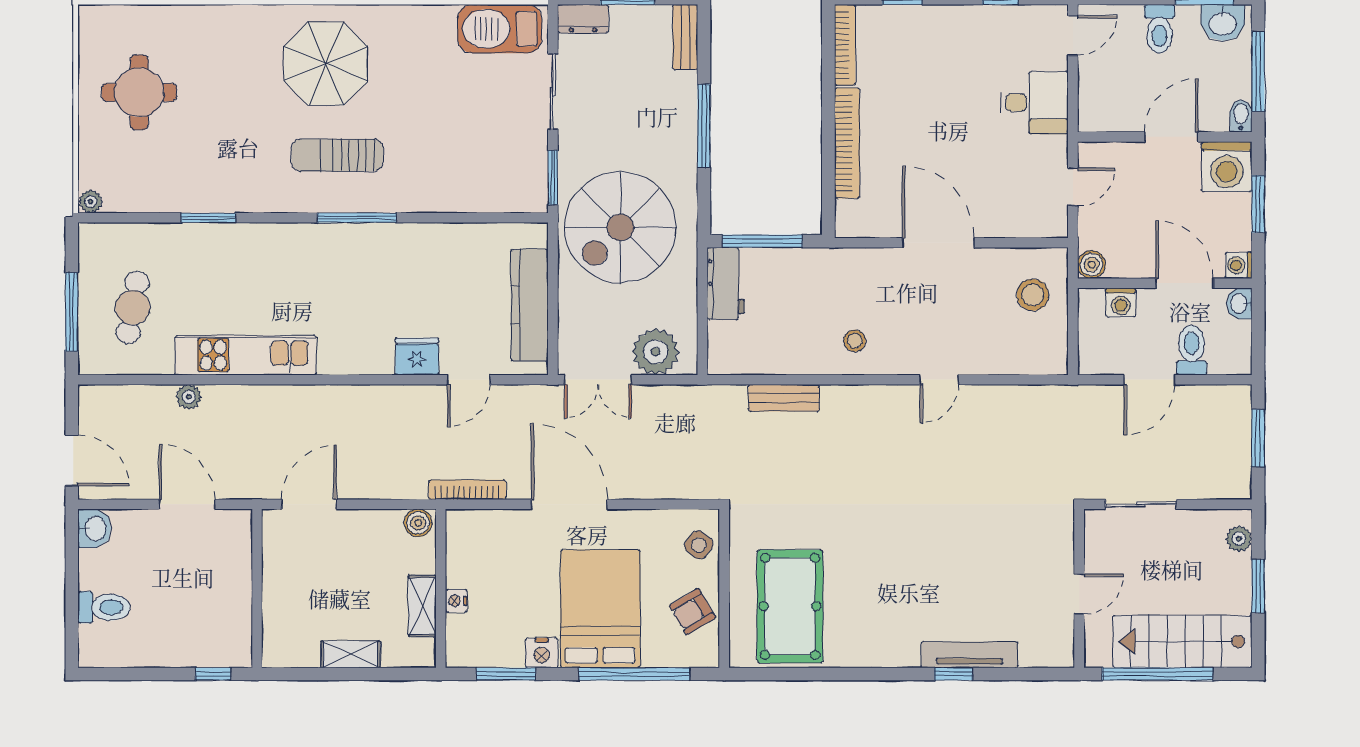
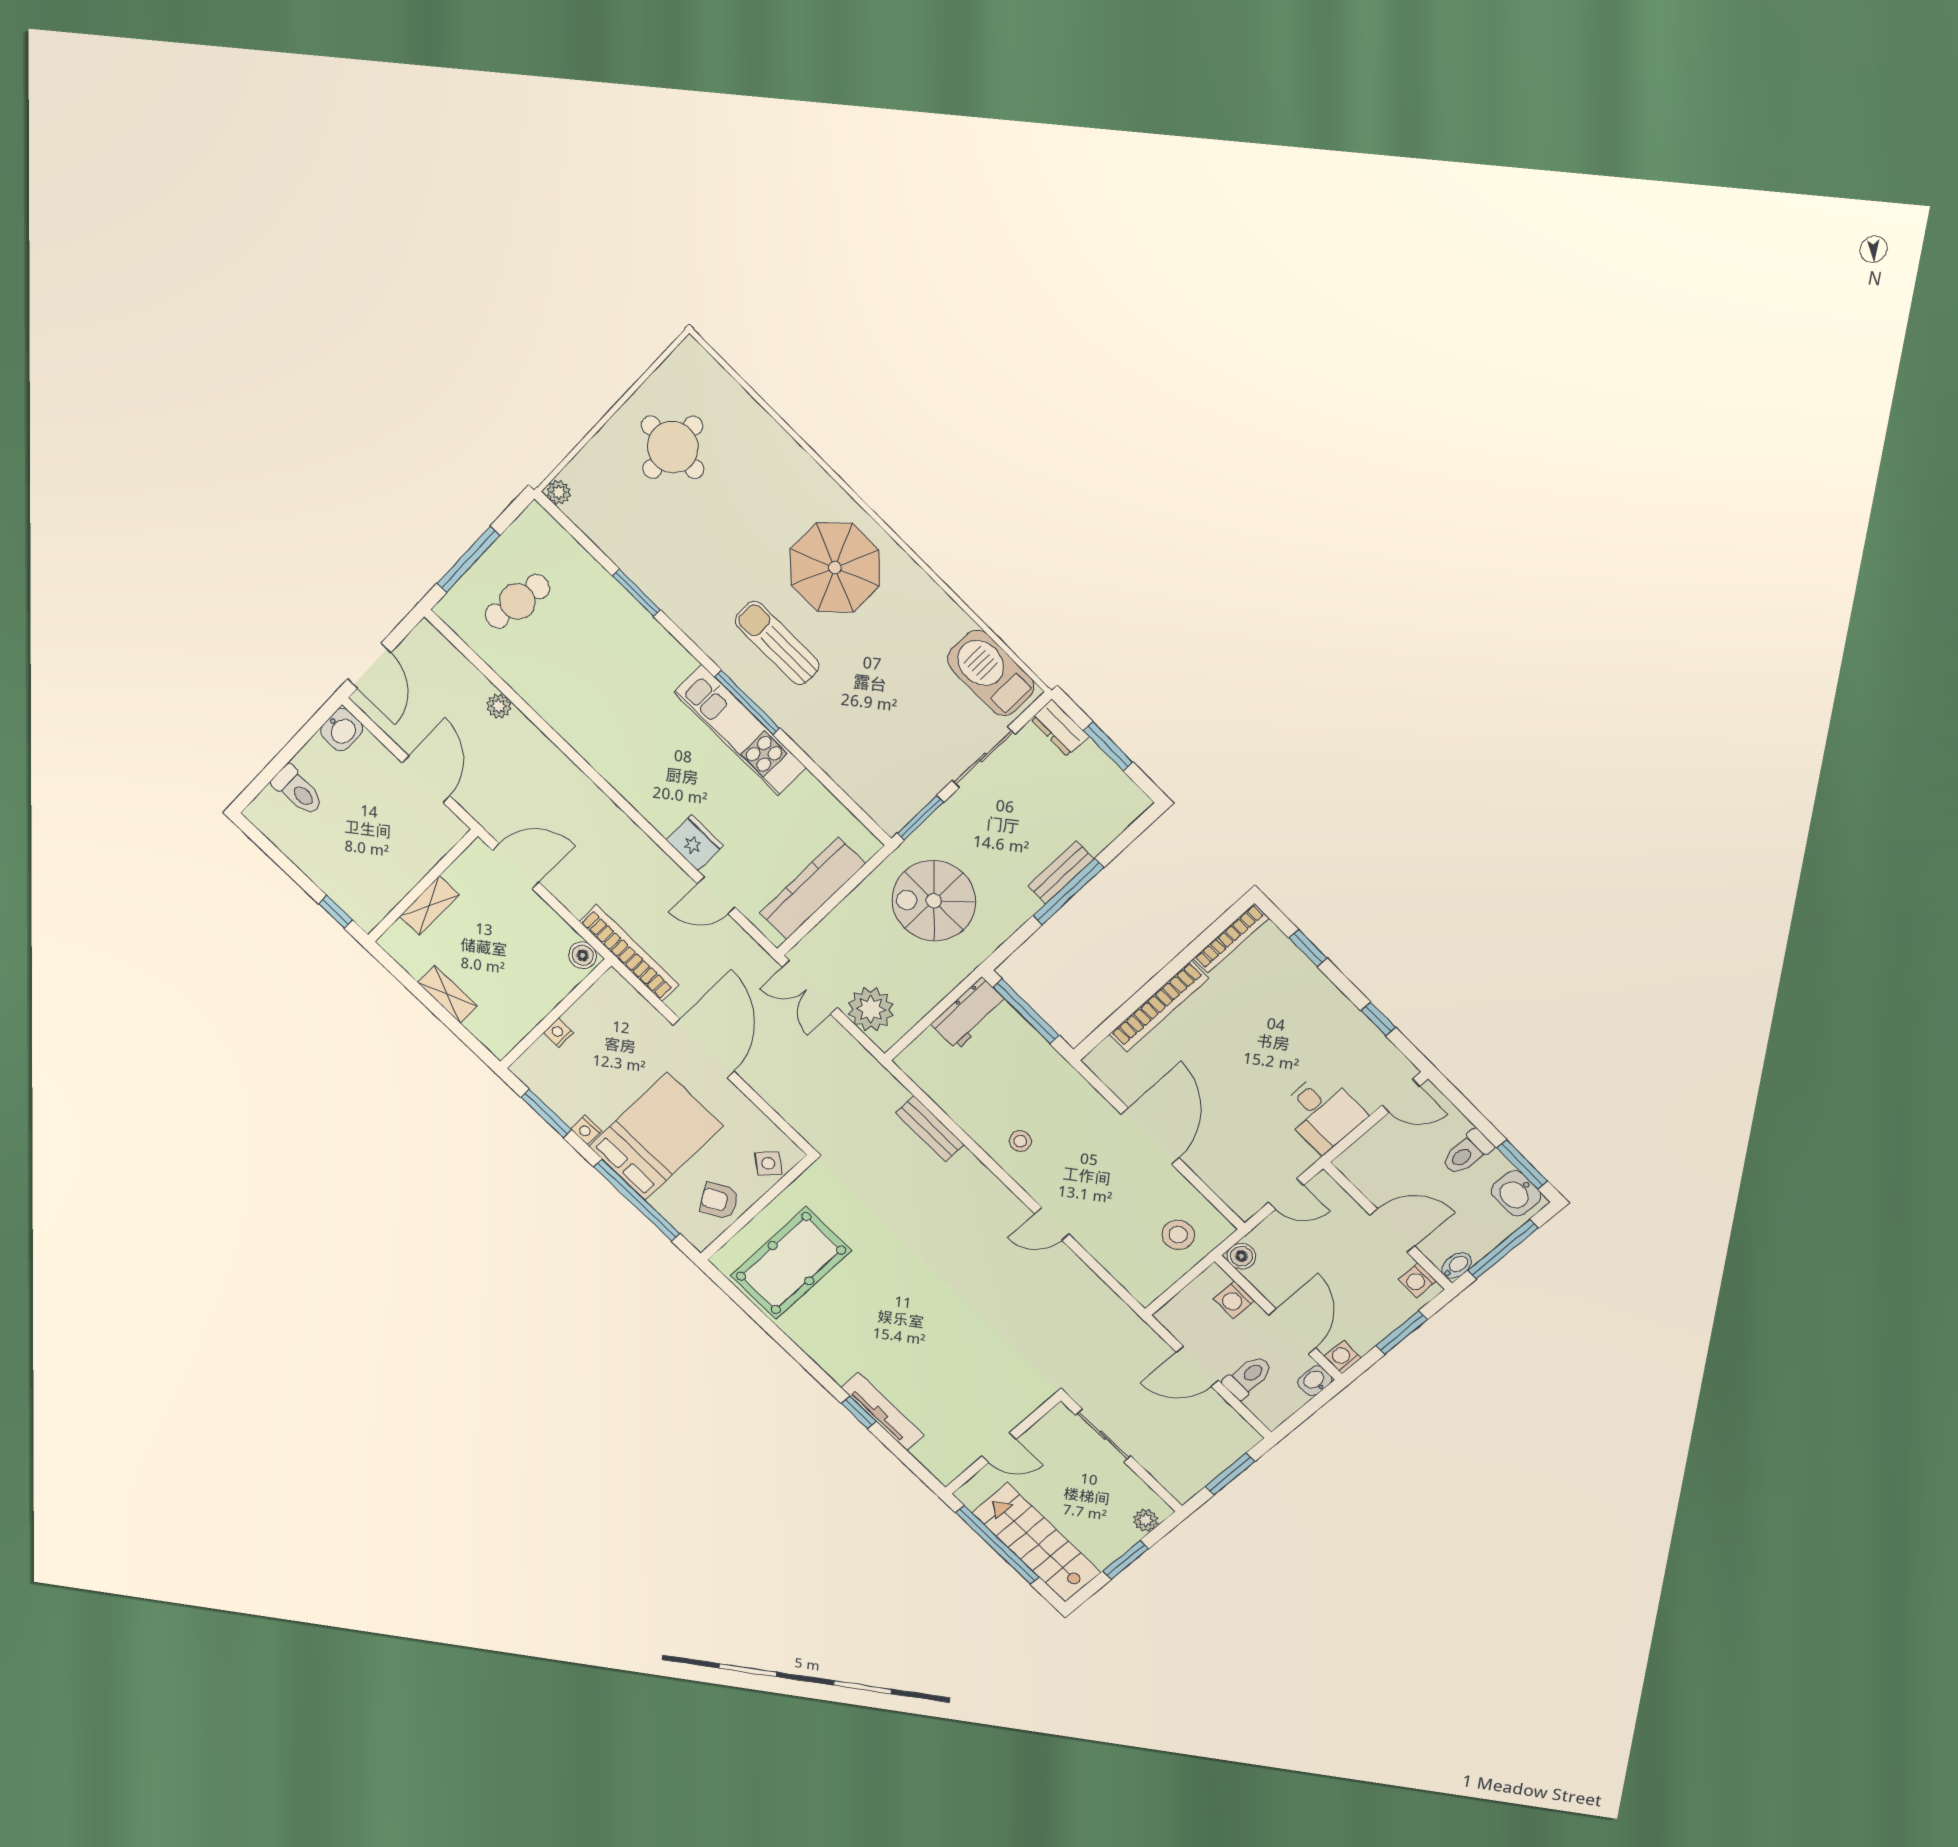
bench: (685, 37) -> (1061, 873), moved
washing machine: (1227, 167) -> (1417, 1280), width x0.53, depth x0.53
spiral stairs: (620, 227) -> (934, 901), width x0.73, depth x0.73
kitchen unit: (246, 355) -> (740, 730), moved, turned 180
bookcase: (467, 490) -> (629, 953), width x1.48, depth x1.31
shelving: (422, 606) -> (429, 906), moved
nightstand: (542, 653) -> (586, 1130), width x0.72, depth x0.74

